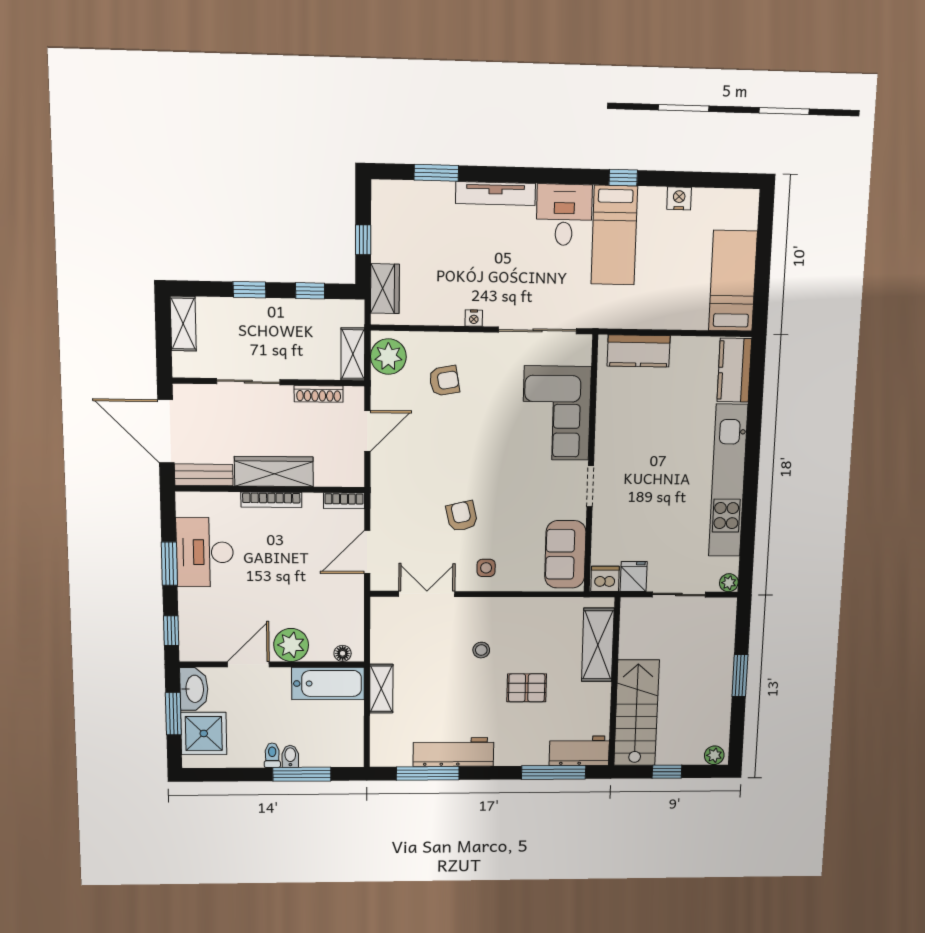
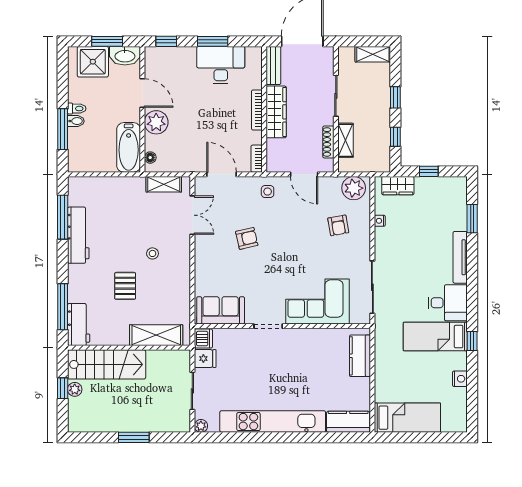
nightstand: (474, 318) -> (380, 221), moved
shelving: (353, 354) -> (346, 140), moved, turned 90
side table: (486, 568) -> (268, 192), moved
shelving: (381, 689) -> (164, 184), moved
plant: (714, 755) -> (75, 389), moved

